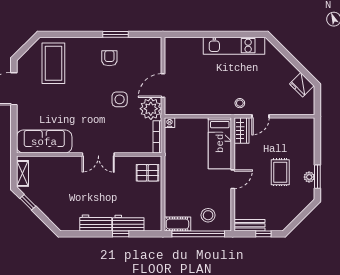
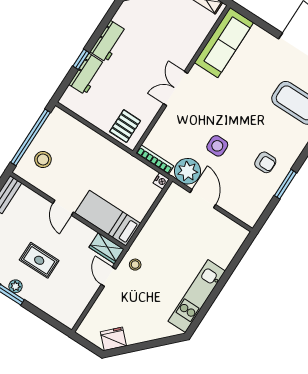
cot: (177, 224) -> (54, 123), removed

